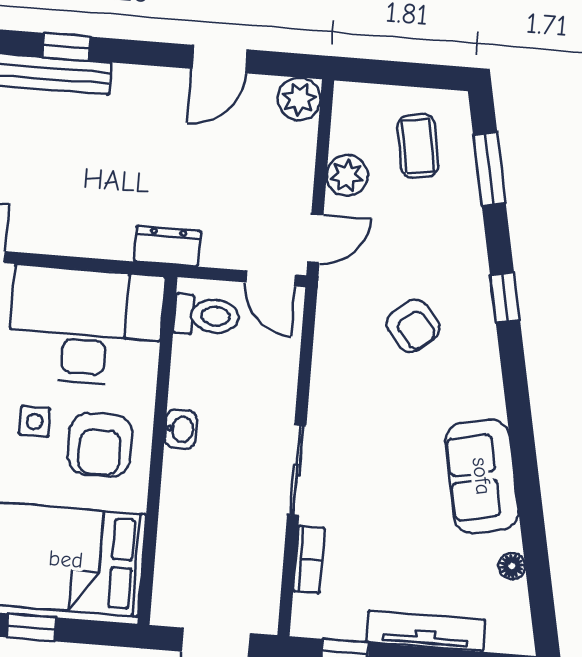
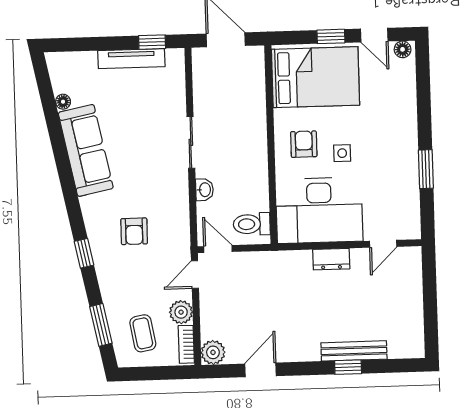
dresser: (167, 246) -> (331, 259), moved
armchair: (413, 326) -> (134, 231), turned -141
washbasin: (181, 429) -> (204, 190), moved, turned 180
armchair: (100, 445) -> (304, 144), width x0.72, depth x0.72
sofa: (482, 476) -> (86, 150), width x1.36
bookcase: (309, 559) -> (186, 344), moved
tv unit: (426, 631) -> (131, 59), moved

